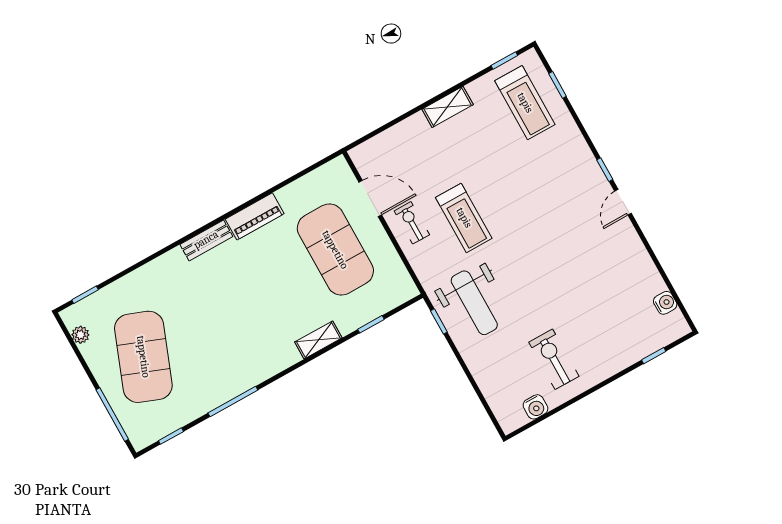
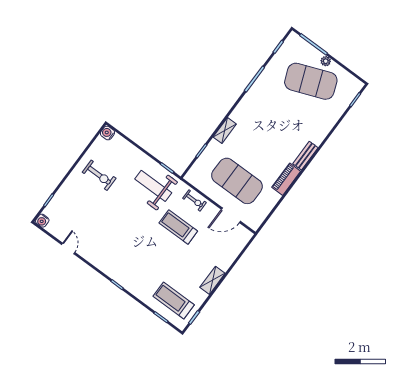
door: (623, 202) -> (68, 249), moved
exercise bike: (412, 223) -> (194, 200), moved
water cooler: (665, 303) -> (42, 221), moved
plant: (80, 335) -> (326, 61), moved
exercise mat: (143, 357) -> (311, 81), turned -42
water cooler: (535, 407) -> (107, 133), moved

